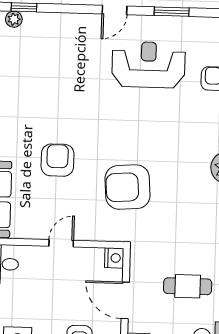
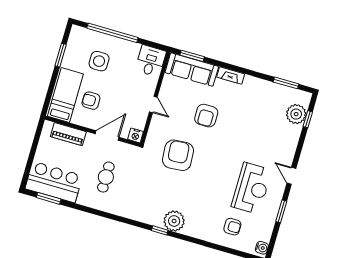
plant: (14, 19) -> (296, 114), width x1.88, depth x1.88
armchair: (57, 160) -> (206, 116), turned 90

